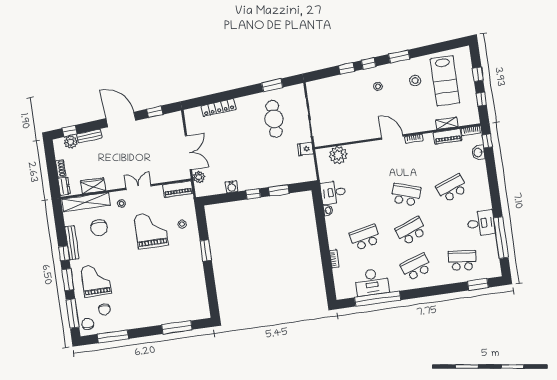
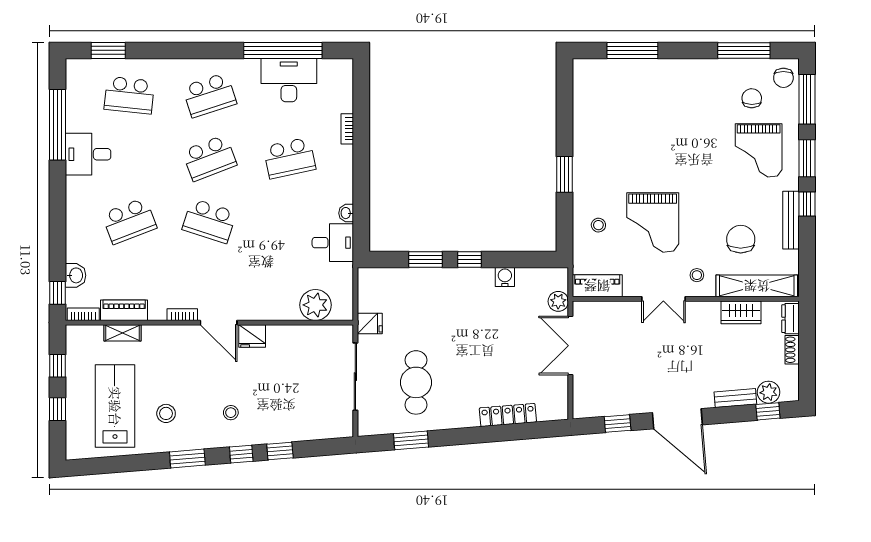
fridge: (372, 132) -> (252, 336), added

